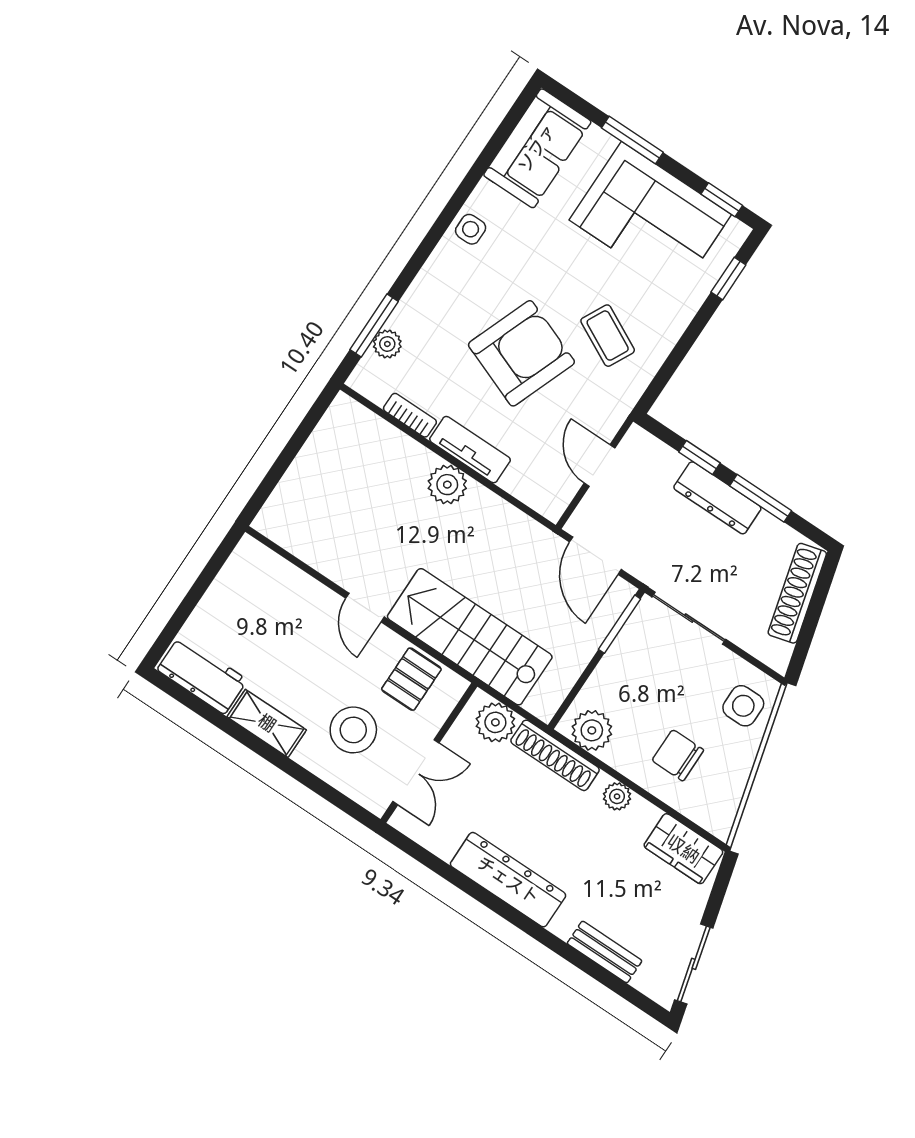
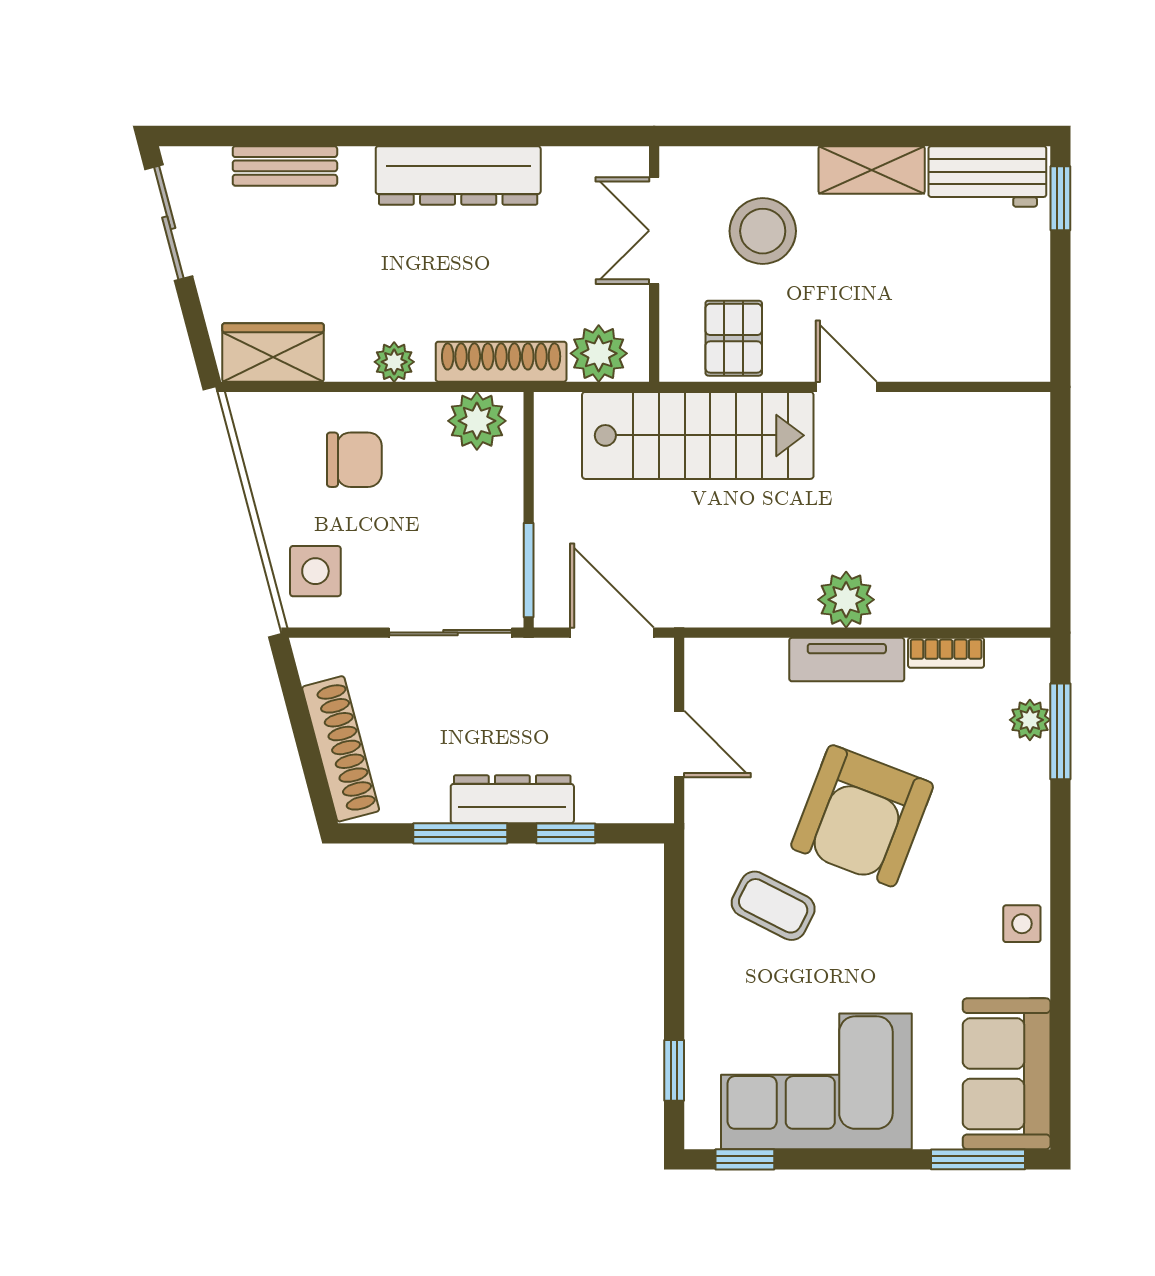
window: (632, 140) -> (978, 1159), moved
window: (168, 634) -> (1060, 198), added

